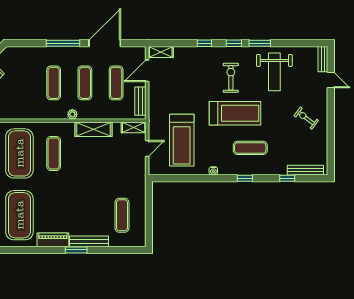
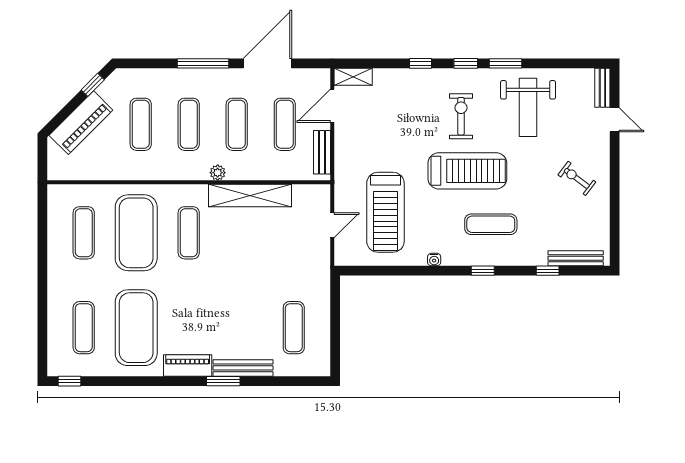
exercise mat: (22, 83) -> (141, 124), added
shelving: (134, 127) -> (312, 193), removed
shelving: (93, 129) -> (250, 195), width x1.47

